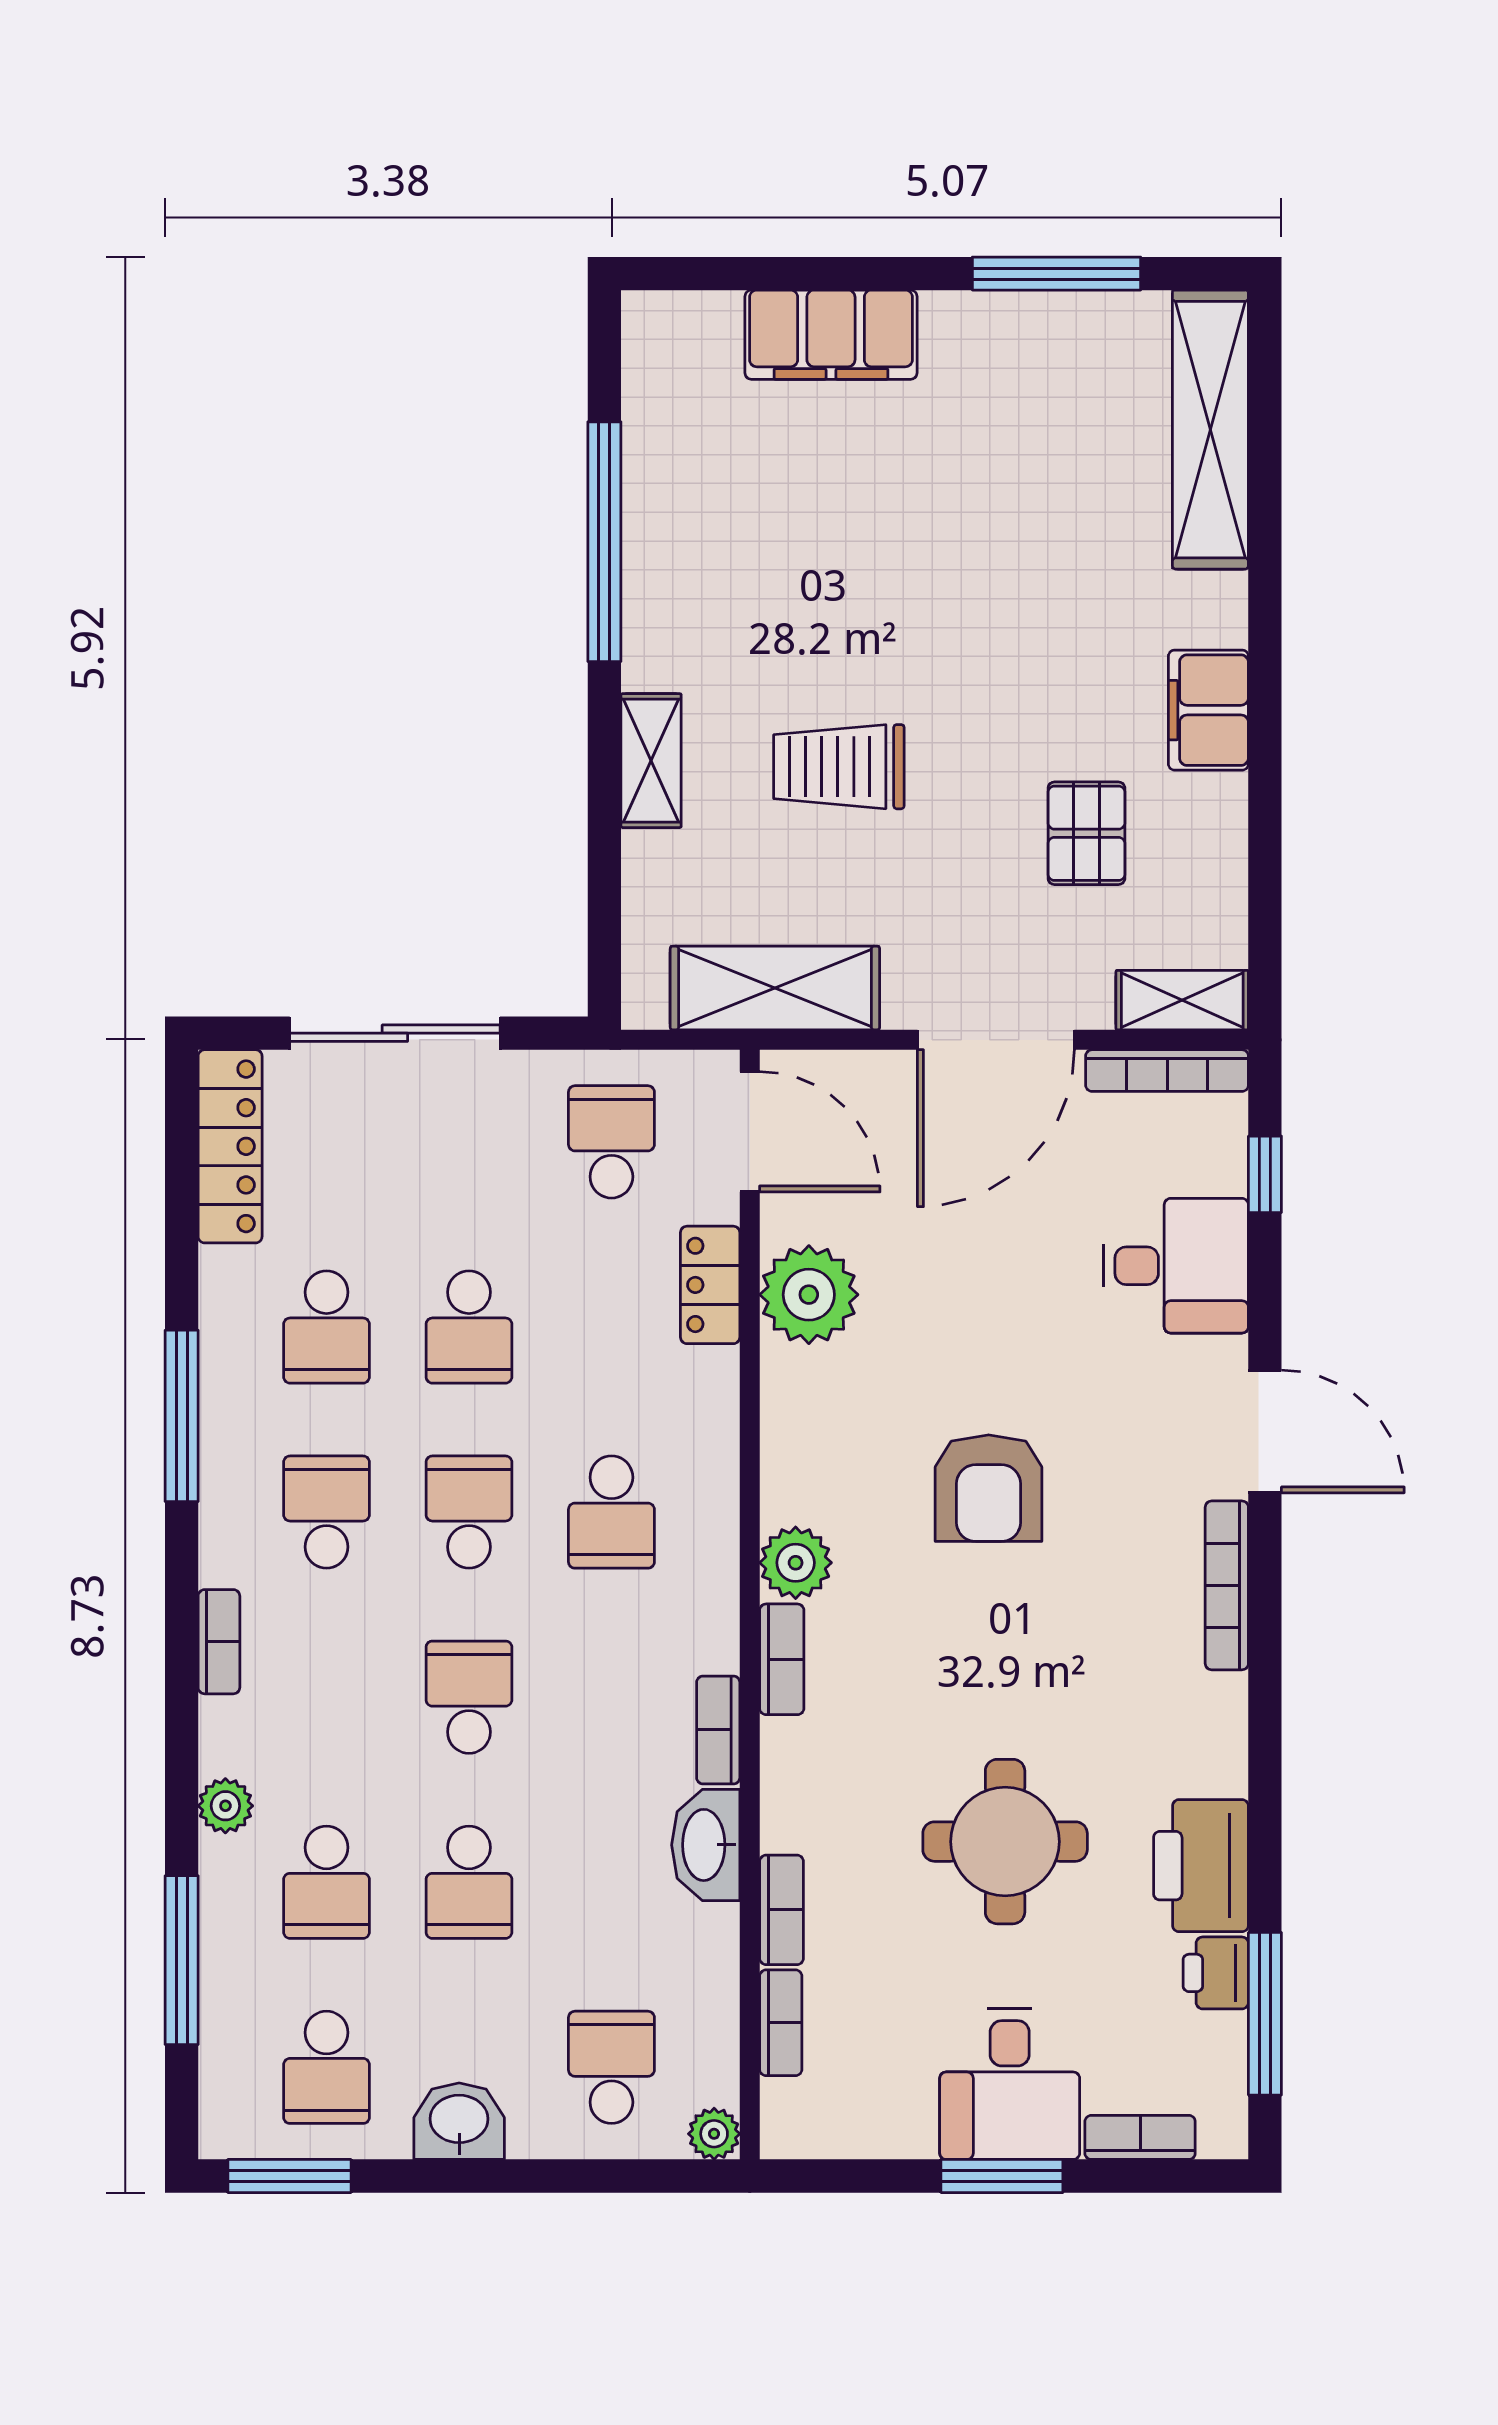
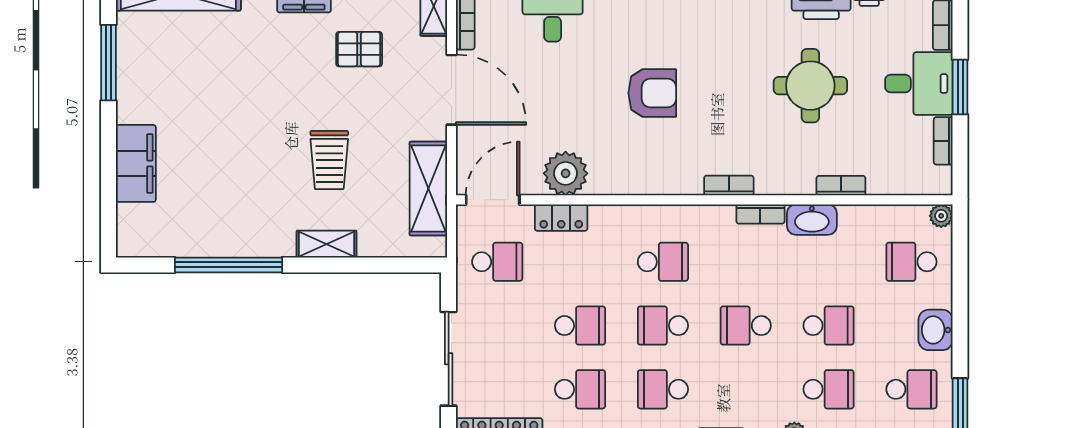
school desk: (611, 1142) -> (497, 262), turned 180
plant: (796, 1563) -> (686, 179), removed
bookcase: (781, 2023) -> (943, 141), moved, turned -90

